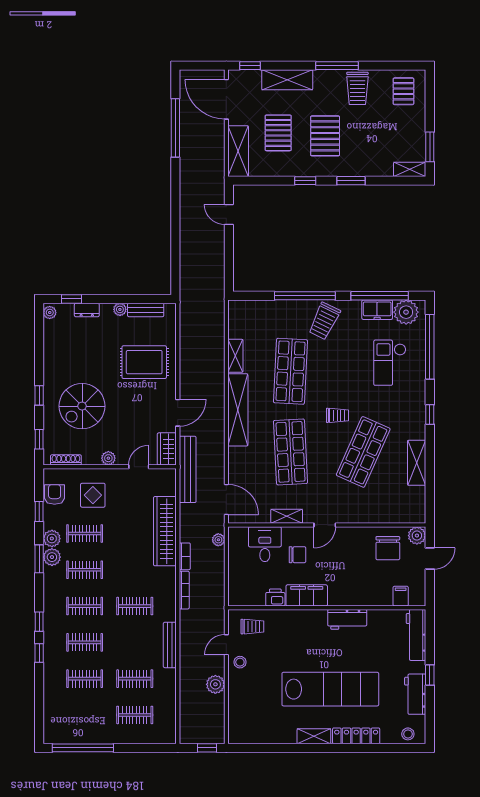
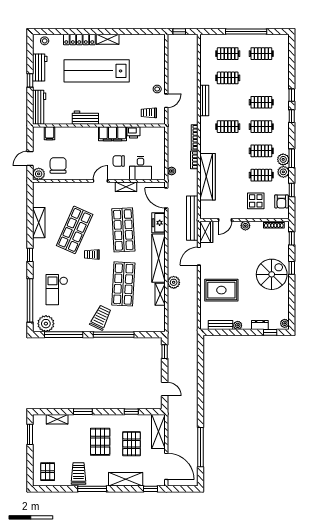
shelving: (410, 169) -> (57, 419), moved
window: (305, 181) -> (131, 412), moved
window: (229, 270) -> (165, 352), added
freezer: (377, 310) -> (159, 223), moved, turned -90
checkout: (390, 363) -> (57, 290), turned 180
spiral stairs: (82, 406) -> (272, 274), moved
clothes rail: (85, 679) -> (261, 54), moved
plant: (215, 684) -> (174, 282), moved
window: (83, 748) -> (246, 32), moved

